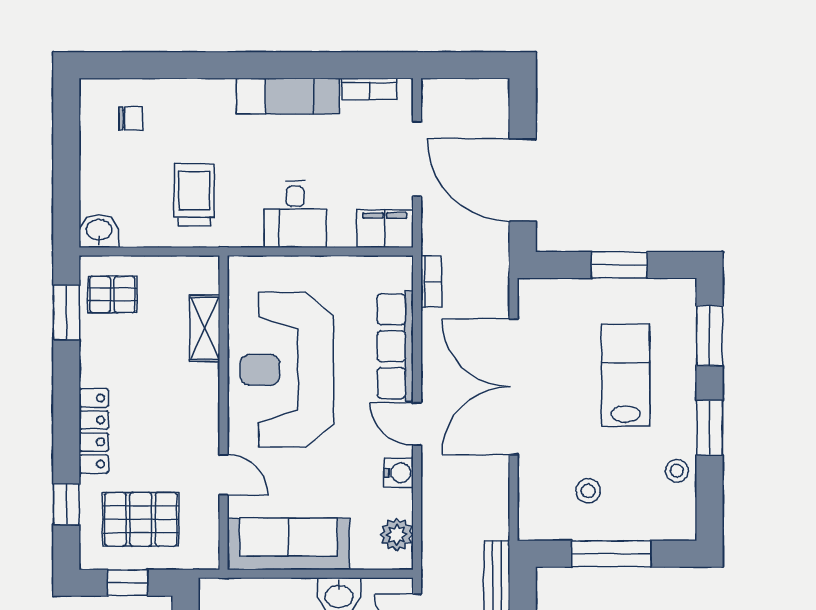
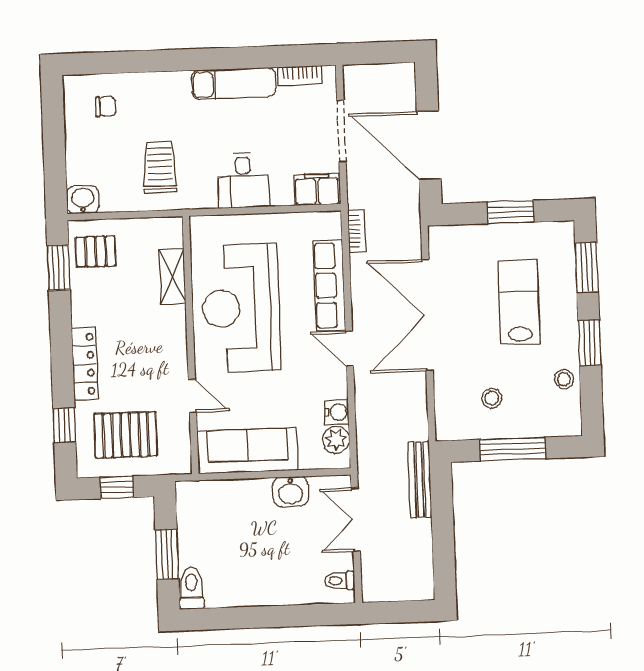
water cooler: (399, 473) -> (337, 412), moved

